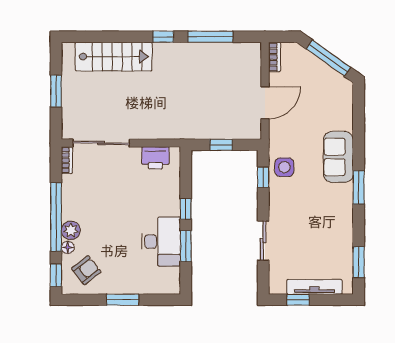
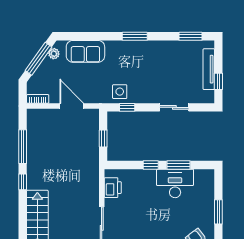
plant: (335, 79) -> (54, 54), added
sofa: (338, 157) -> (85, 51), moved

